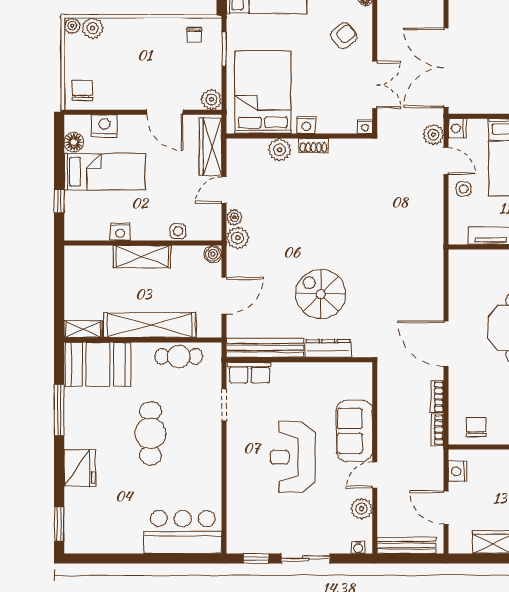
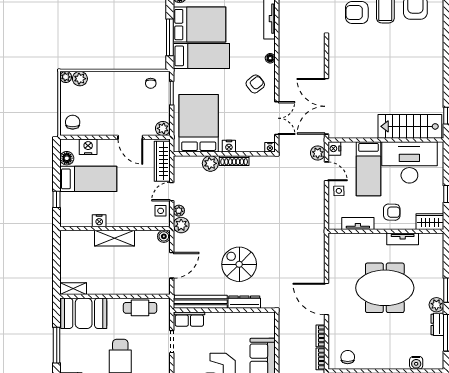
shoe rack: (314, 146) -> (234, 161), width x1.43
side table: (178, 231) -> (161, 211), moved
shelving: (150, 325) -> (120, 286), removed

